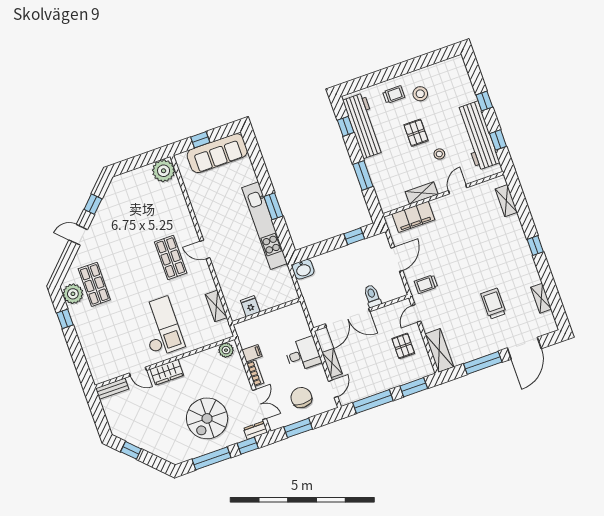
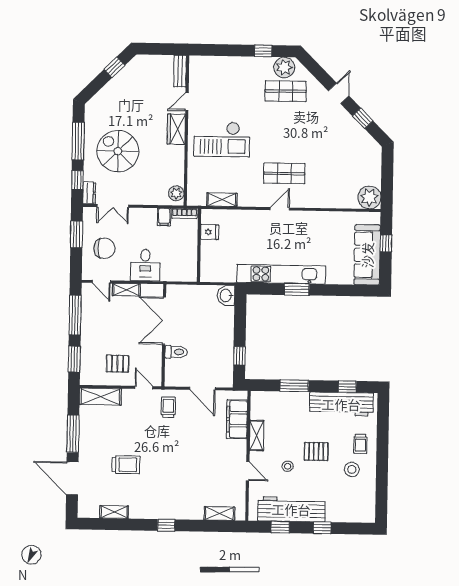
bookcase: (255, 373) -> (184, 214), moved

